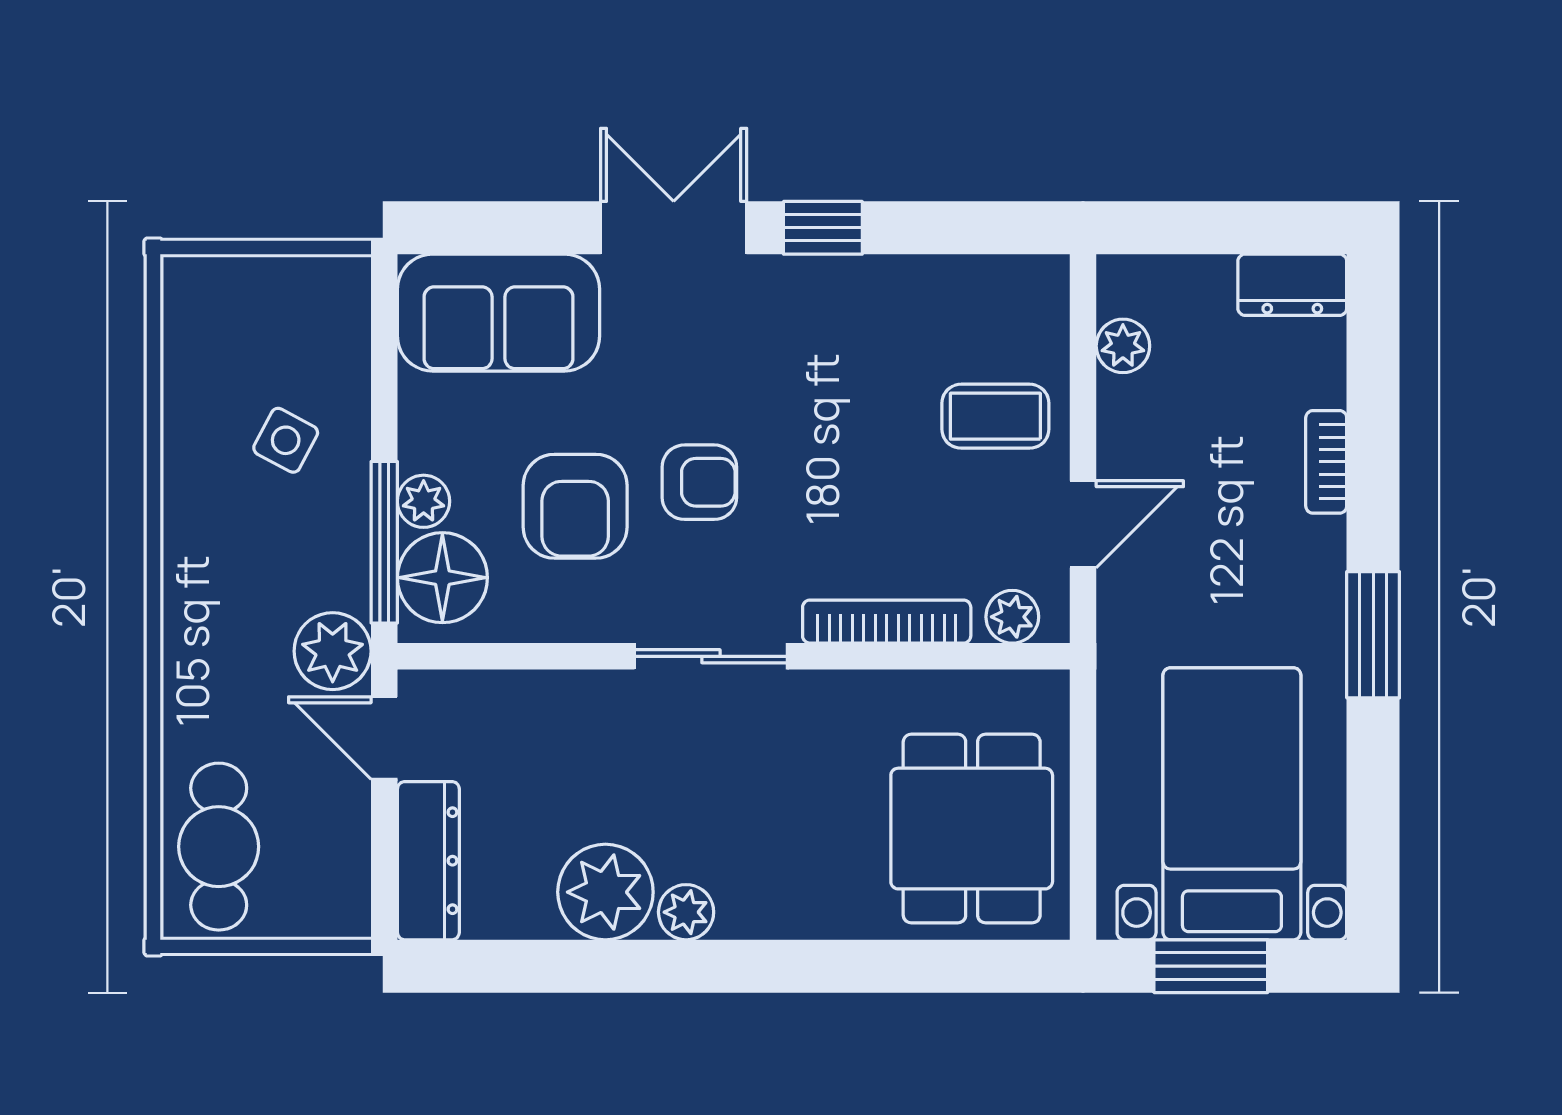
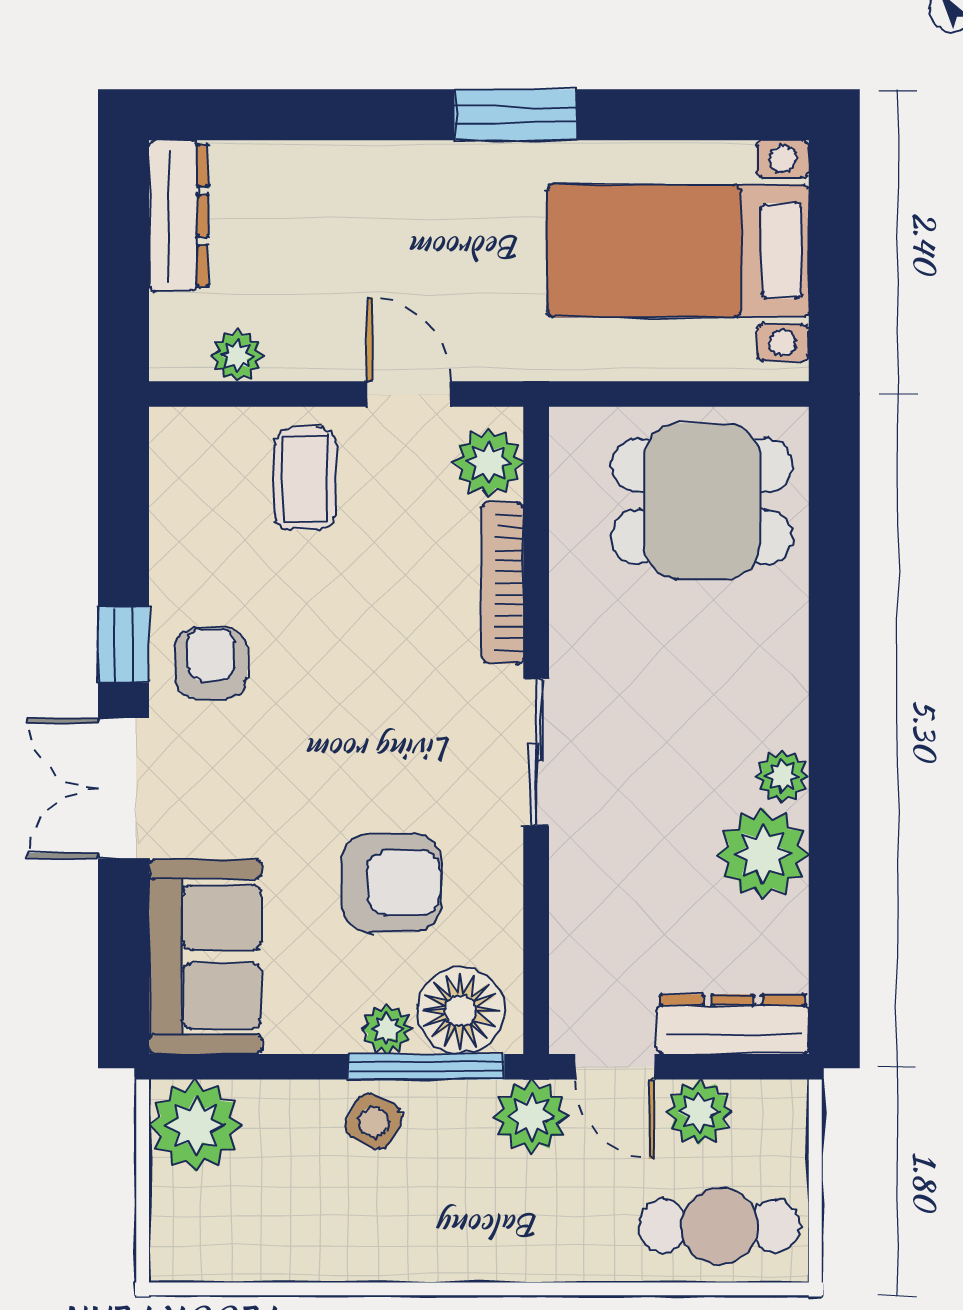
dresser: (1292, 285) -> (178, 216), width x1.44
plant: (323, 302) -> (195, 1126), added
side table: (286, 440) -> (374, 1121), moved
bookcase: (1326, 462) -> (349, 160), removed
armchair: (699, 482) -> (211, 663), moved
plant: (1012, 617) -> (489, 462), width x1.38, depth x1.38
door: (384, 738) -> (615, 1067), hinge flipped
plant: (337, 826) -> (699, 1112), added
window: (1211, 966) -> (834, 271), removed

